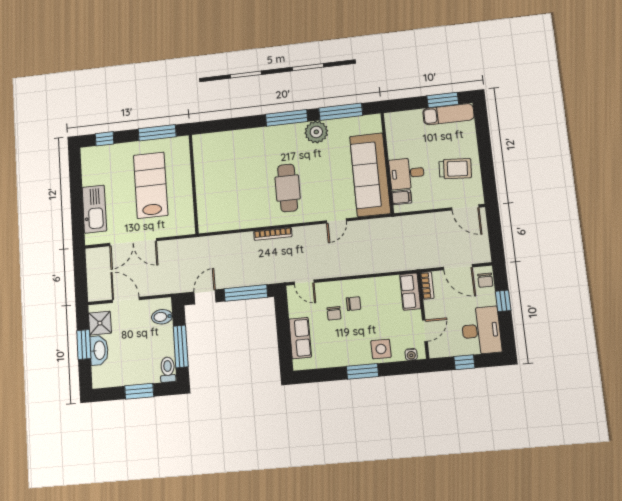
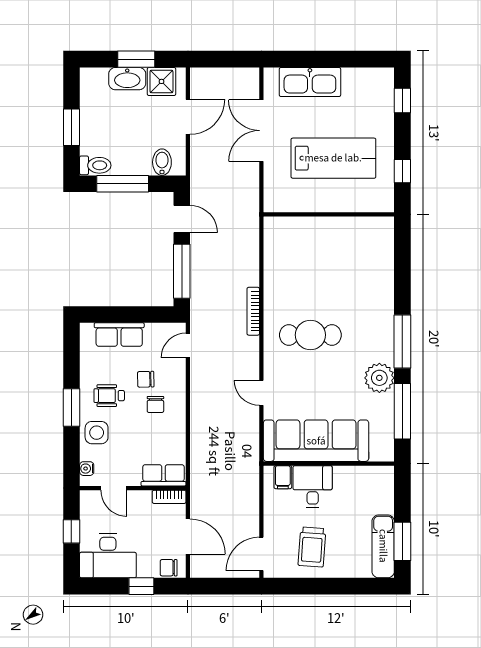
window: (157, 133) -> (402, 171), width x0.46
door: (458, 267) -> (188, 537), swing flipped
wheelchair: (350, 342) -> (109, 396), added

